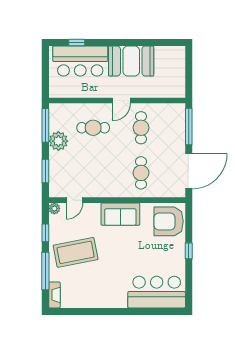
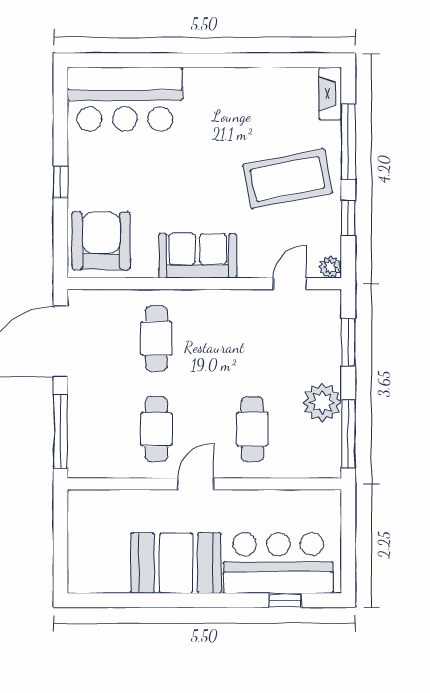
cafe table: (93, 128) -> (252, 429), turned 90
armchair: (169, 221) -> (101, 241), turned -90

